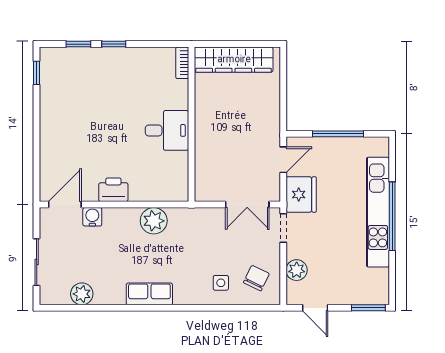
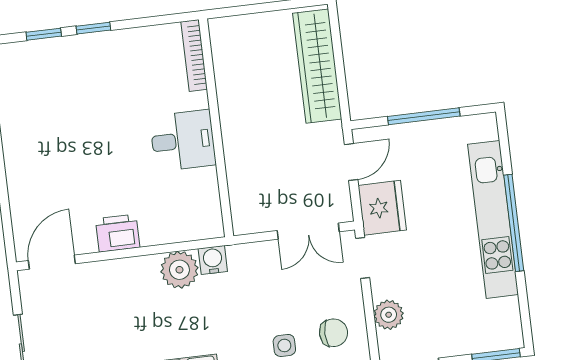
wardrobe: (234, 60) -> (317, 66), moved, turned 90
bookcase: (182, 63) -> (194, 55), width x1.56
water cooler: (92, 217) -> (213, 260), moved
chair: (256, 278) -> (334, 333), turned 64

